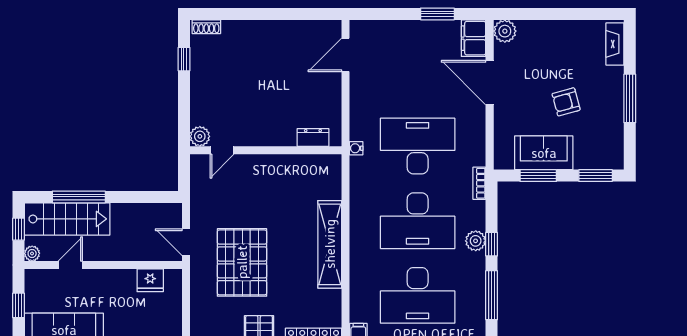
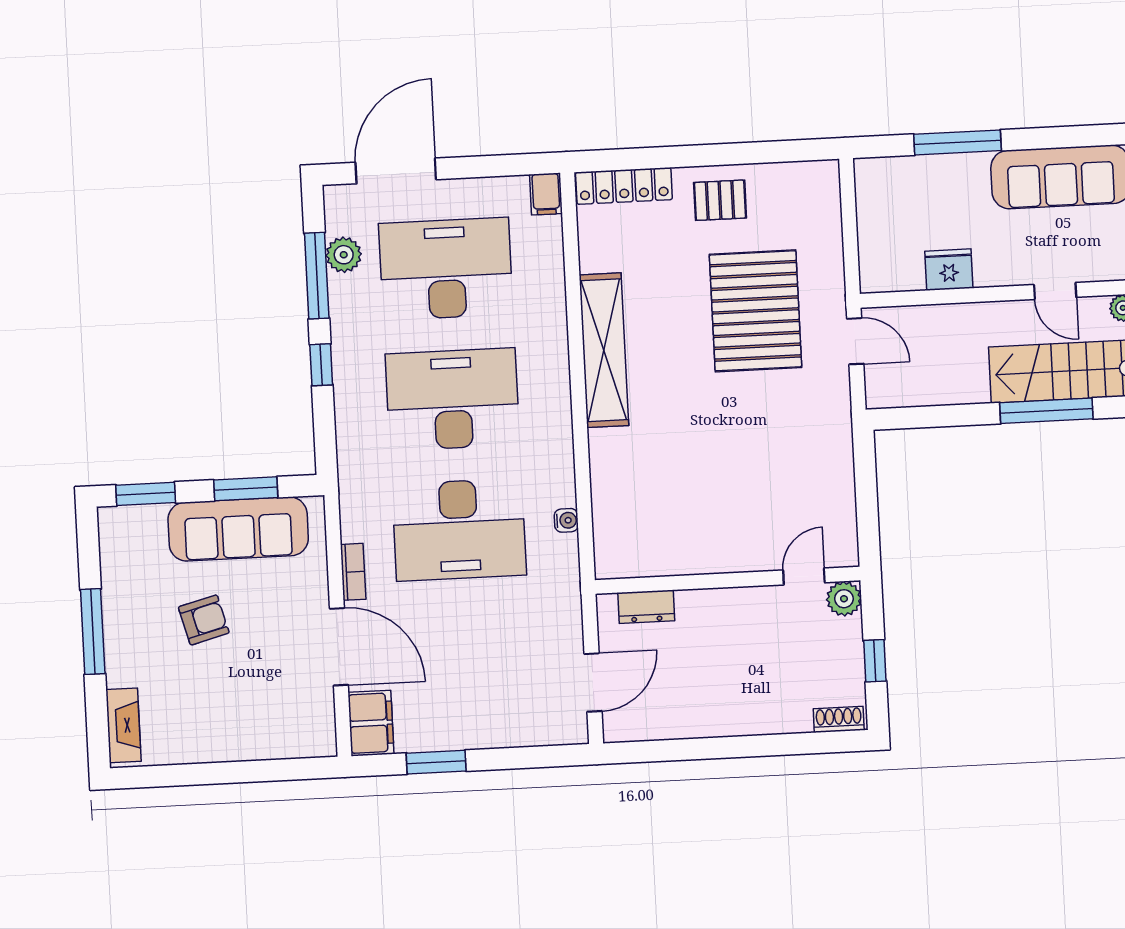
plant: (505, 31) -> (317, 738), removed
plant: (200, 136) -> (844, 599), moved
dresser: (313, 137) -> (646, 607), moved
door: (222, 150) -> (804, 576), moved
wall: (266, 150) -> (728, 580), moved
sofa: (544, 153) -> (238, 529), width x1.36
bookcase: (479, 183) -> (353, 572), moved
plant: (476, 241) -> (344, 255), moved
door: (70, 265) -> (1055, 291), hinge flipped
fridge: (150, 280) -> (949, 270), moved

